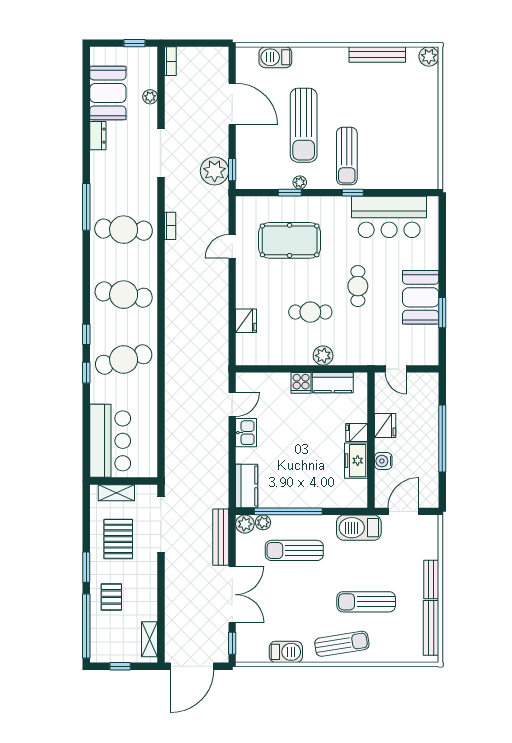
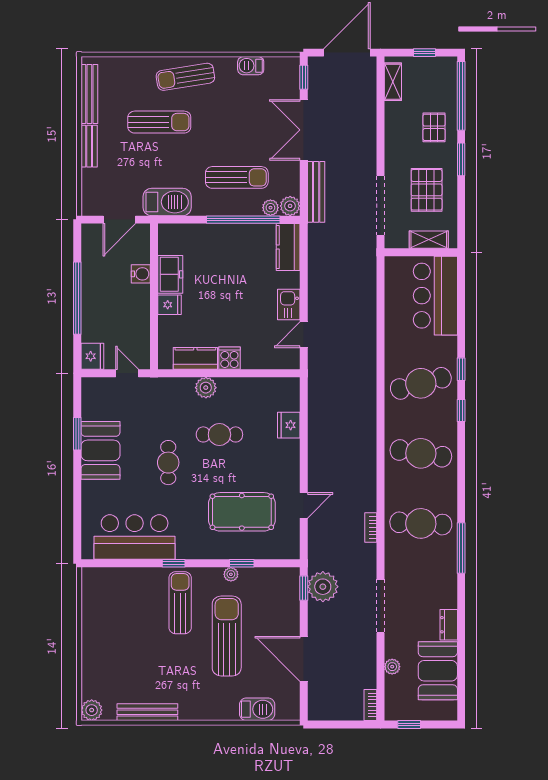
fridge: (385, 426) -> (92, 356), moved, turned 180
barbecue: (286, 652) -> (251, 66), width x0.73, depth x0.79

